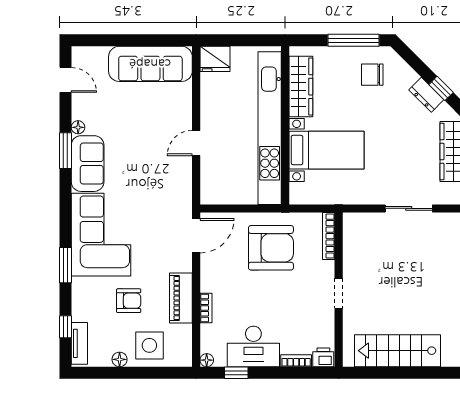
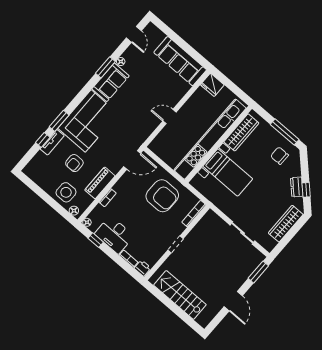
armchair: (129, 301) -> (74, 163), turned 90
window: (65, 327) -> (43, 140), moved
tv unit: (79, 343) -> (52, 142), moved
floor lamp: (120, 359) -> (74, 211), moved

